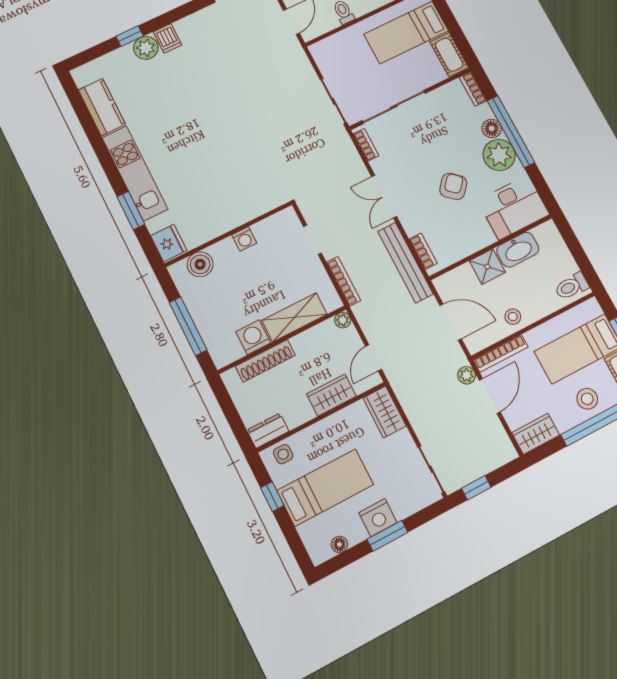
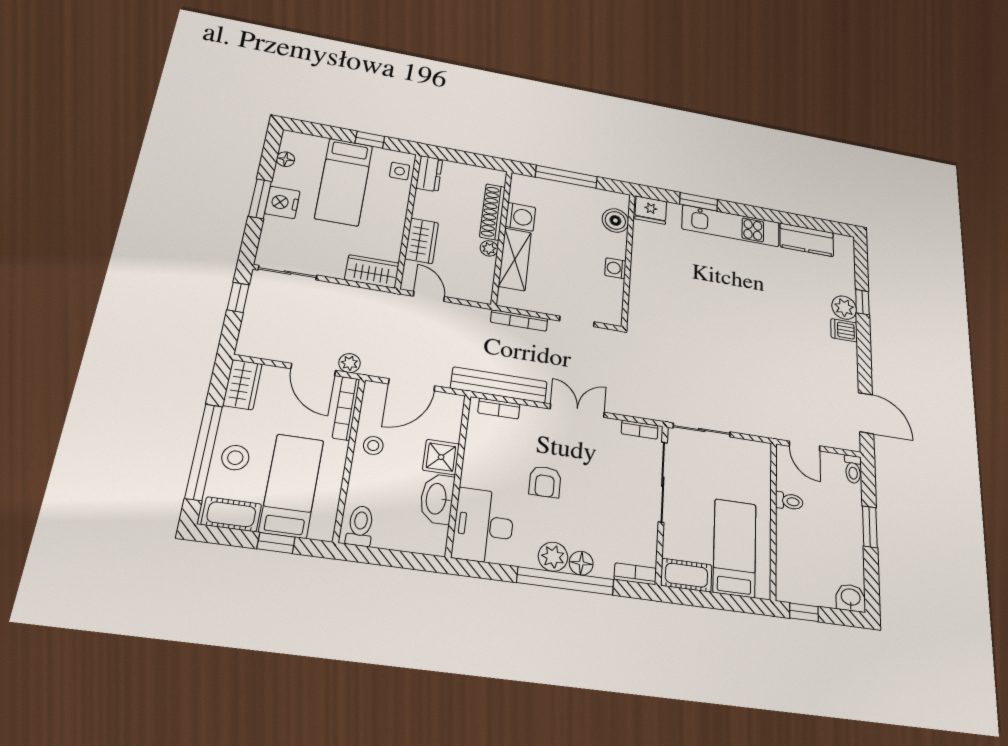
plant: (499, 155) -> (553, 557), width x0.73, depth x0.73
armchair: (453, 186) -> (545, 482), turned 49
plant: (343, 320) -> (489, 248), moved

